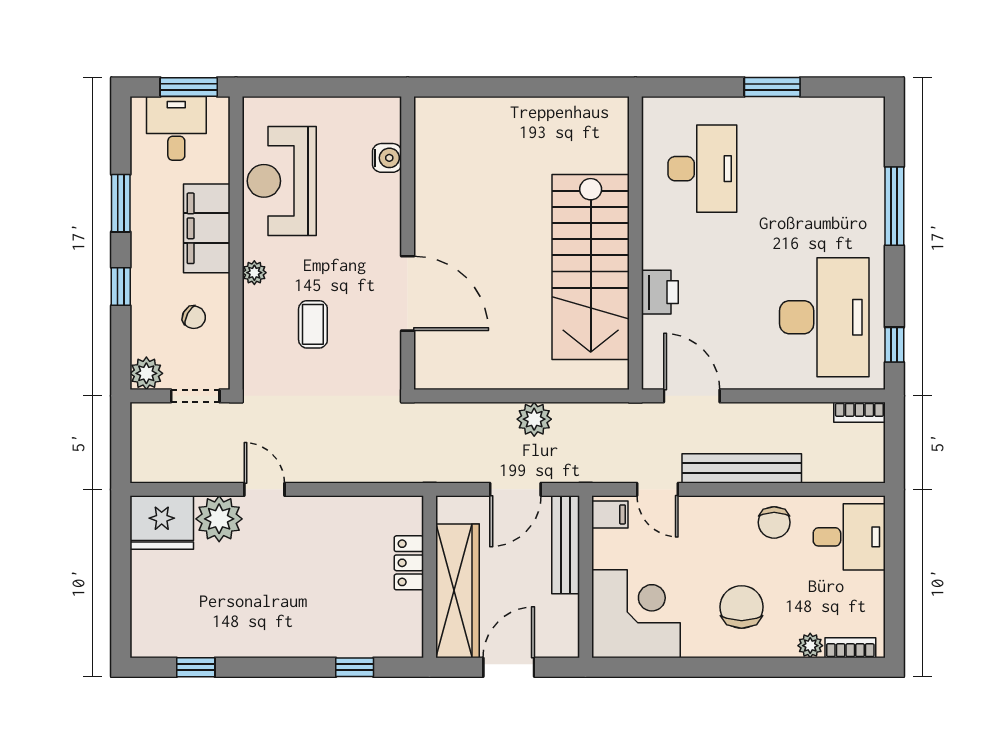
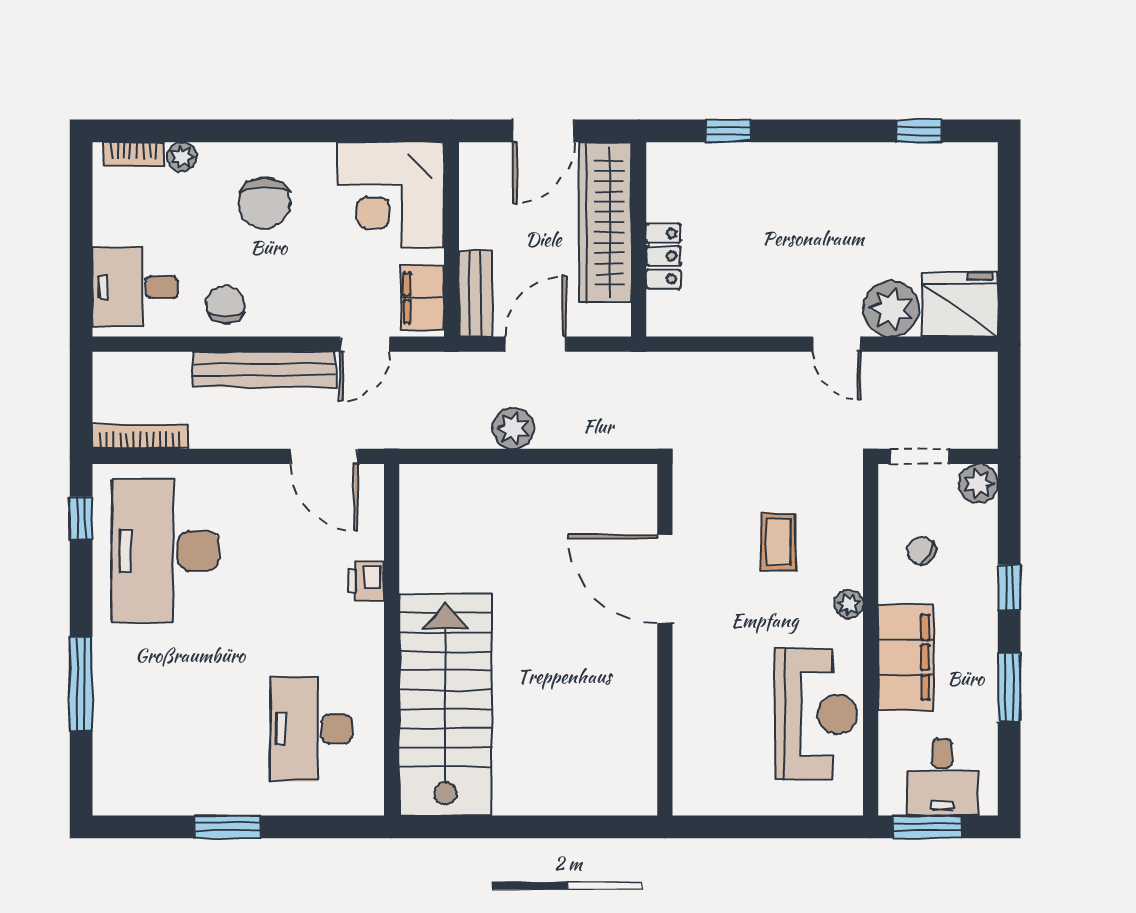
water cooler: (387, 158) -> (690, 742), removed
stairs: (591, 267) -> (445, 705), moved
printer: (660, 292) -> (367, 581), width x0.73, depth x0.81
bookcase: (859, 412) -> (140, 437), width x1.56
door: (657, 489) -> (365, 344), swing flipped
filing cabinet: (610, 514) -> (422, 298), width x2.00
bench: (566, 545) -> (475, 293), width x0.73

